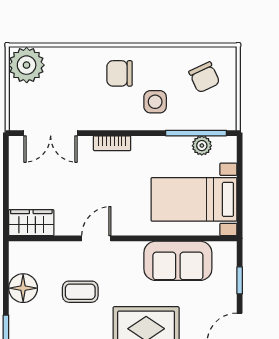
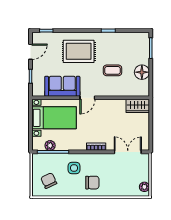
plant: (27, 65) -> (144, 187), width x0.53, depth x0.53
door: (96, 238) -> (87, 98), moved

